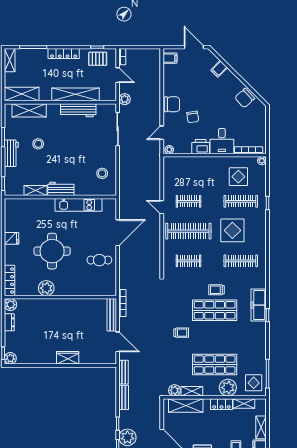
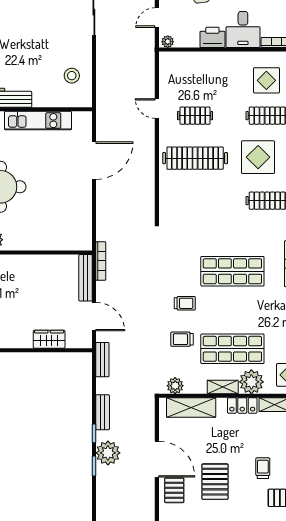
door: (162, 207) -> (157, 108), moved
cafe table: (99, 260) -> (68, 200), removed
clothes rail: (188, 261) -> (195, 201), removed
trolley: (216, 290) -> (182, 339), moved
wardrobe: (68, 358) -> (49, 339), moved
shelving: (192, 391) -> (223, 387), moved
bench: (124, 397) -> (103, 412), moved

